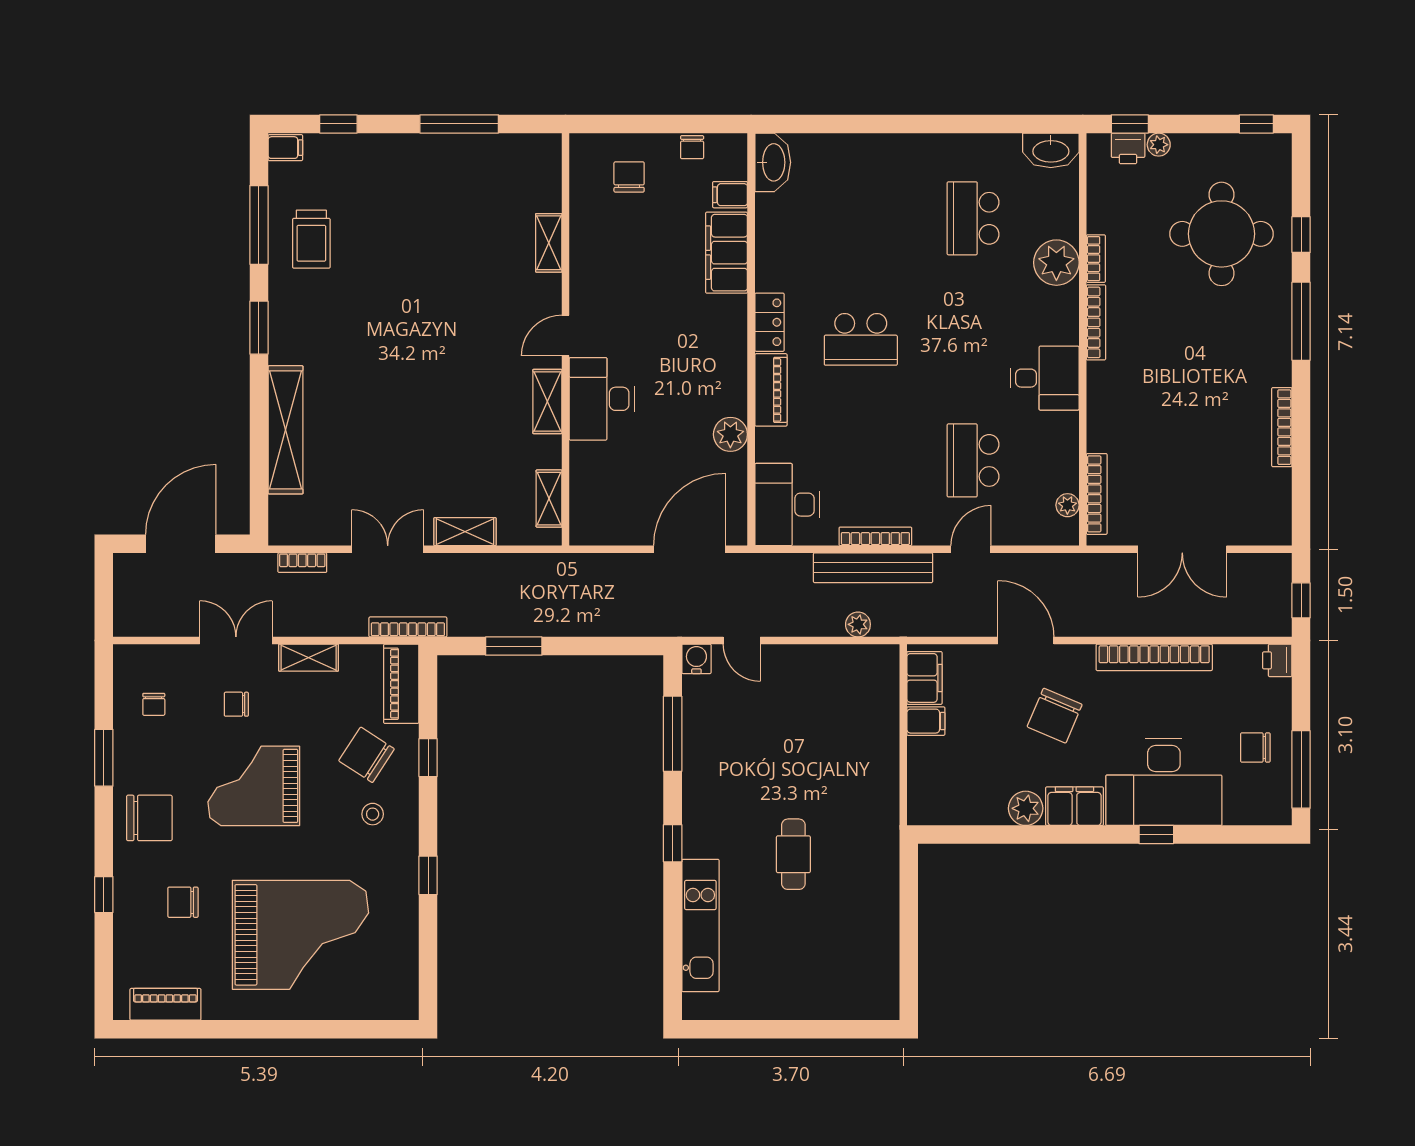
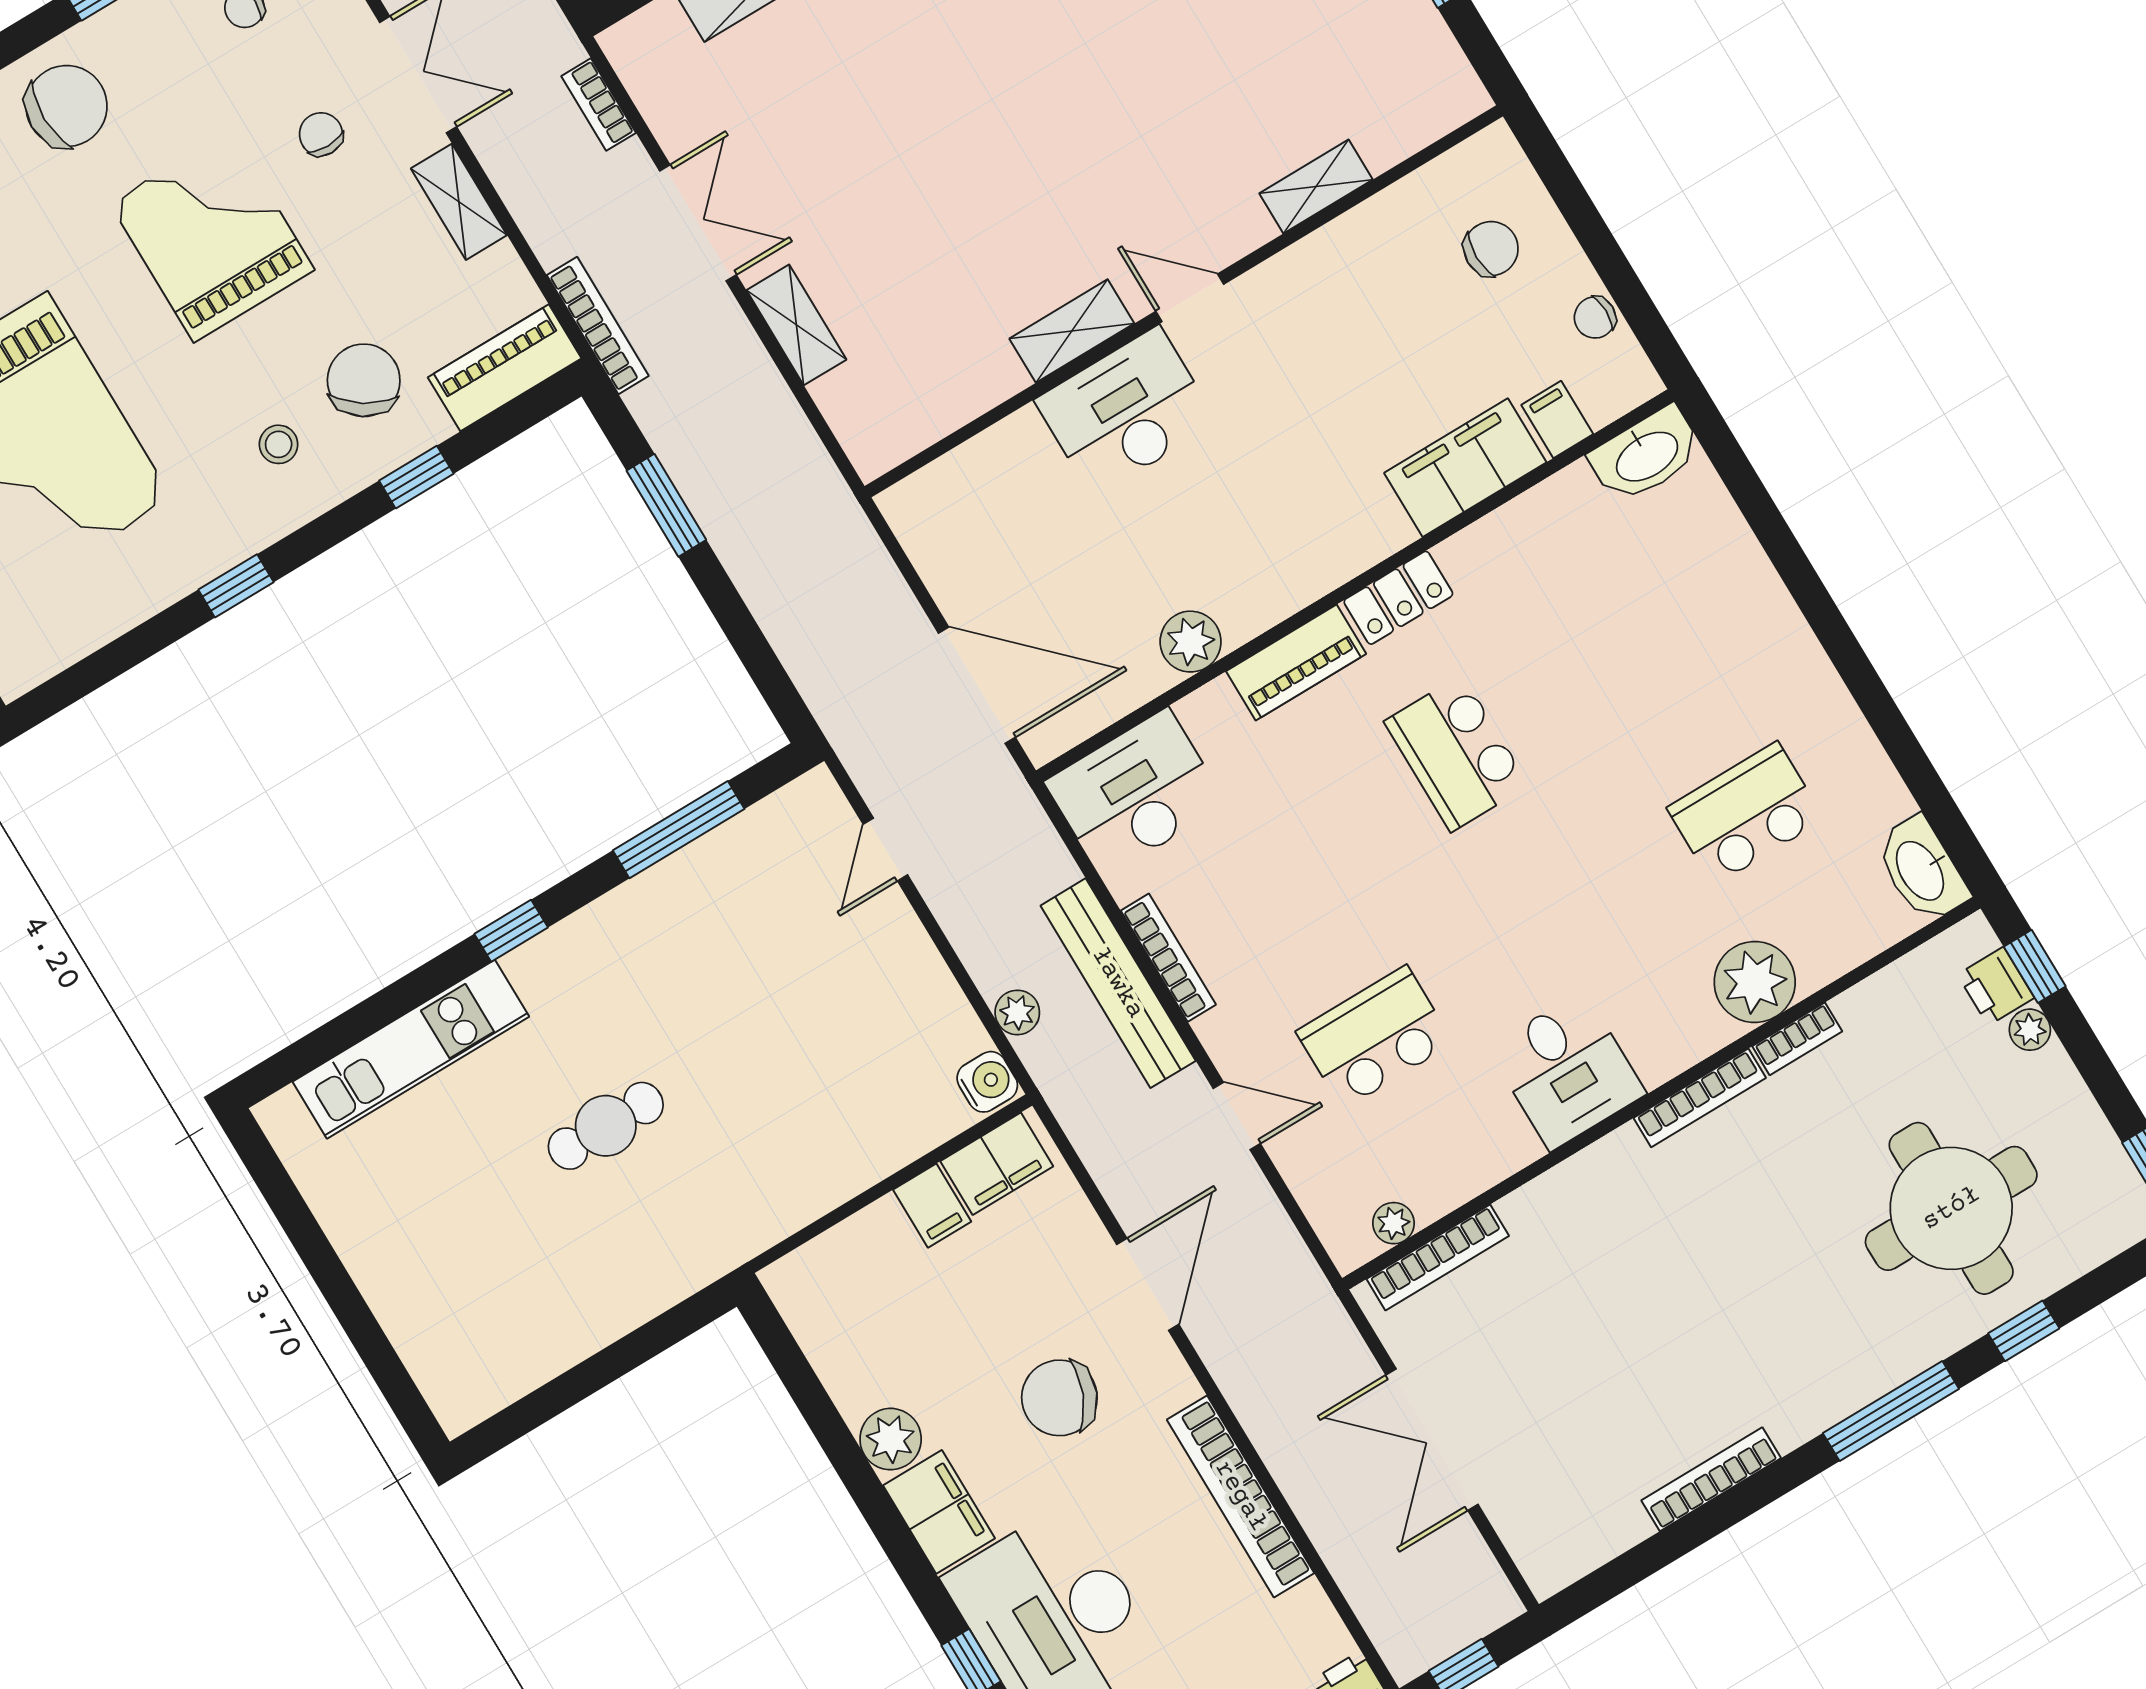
shelving: (549, 499) -> (925, 423), removed
water cooler: (696, 659) -> (987, 1082), moved
chair: (149, 818) -> (66, 106), turned -90

